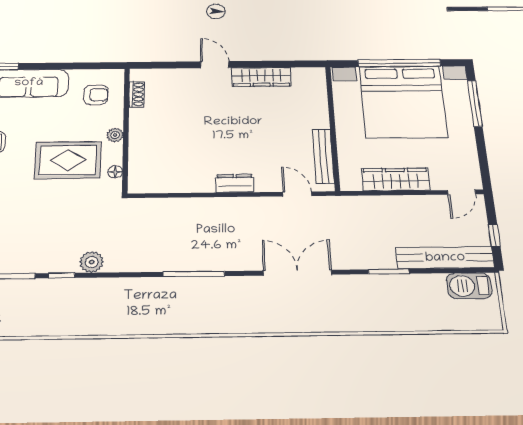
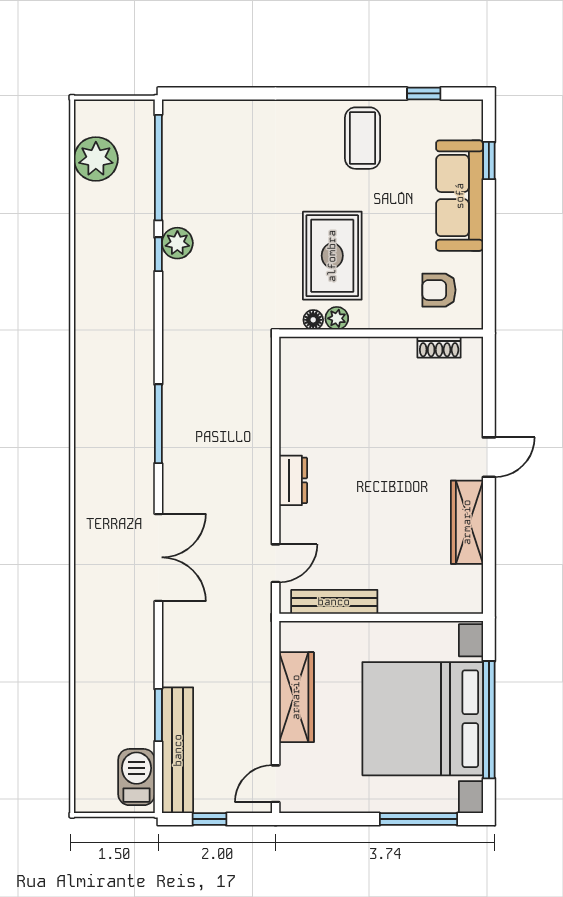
armchair: (96, 95) -> (439, 290), turned 90
plant: (115, 135) -> (337, 318), moved
door: (462, 192) -> (276, 784), hinge flipped
plant: (92, 262) -> (177, 243), moved
window: (389, 272) -> (158, 715), moved

